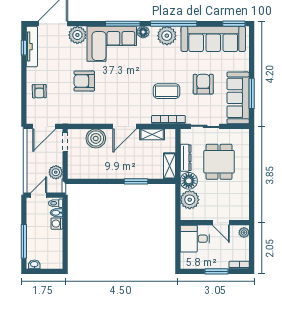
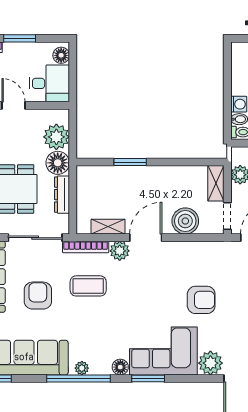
window: (123, 24) -> (148, 378), width x0.69
plant: (167, 36) -> (82, 368), width x0.53, depth x0.53
armchair: (203, 84) -> (38, 296), turned 180
plant: (144, 117) -> (120, 251), added
sliding door: (205, 126) -> (35, 238), width x1.37
shelving: (169, 166) -> (216, 183), moved
floor lamp: (186, 259) -> (61, 55), added

